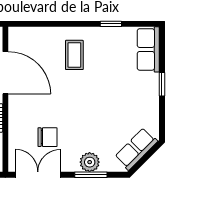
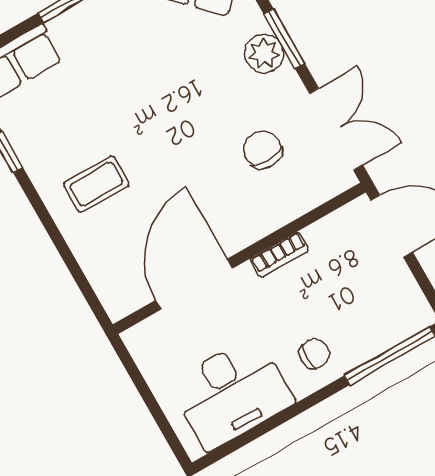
double door: (38, 175) -> (336, 129), swing flipped

